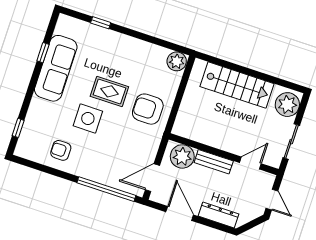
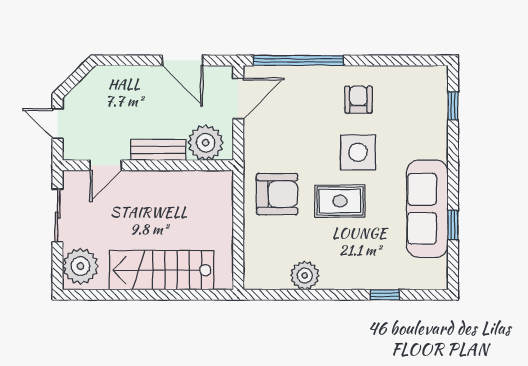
plant: (177, 61) -> (305, 275), moved
armchair: (61, 150) -> (358, 100), moved, turned -90
dresser: (219, 215) -> (126, 76), removed

